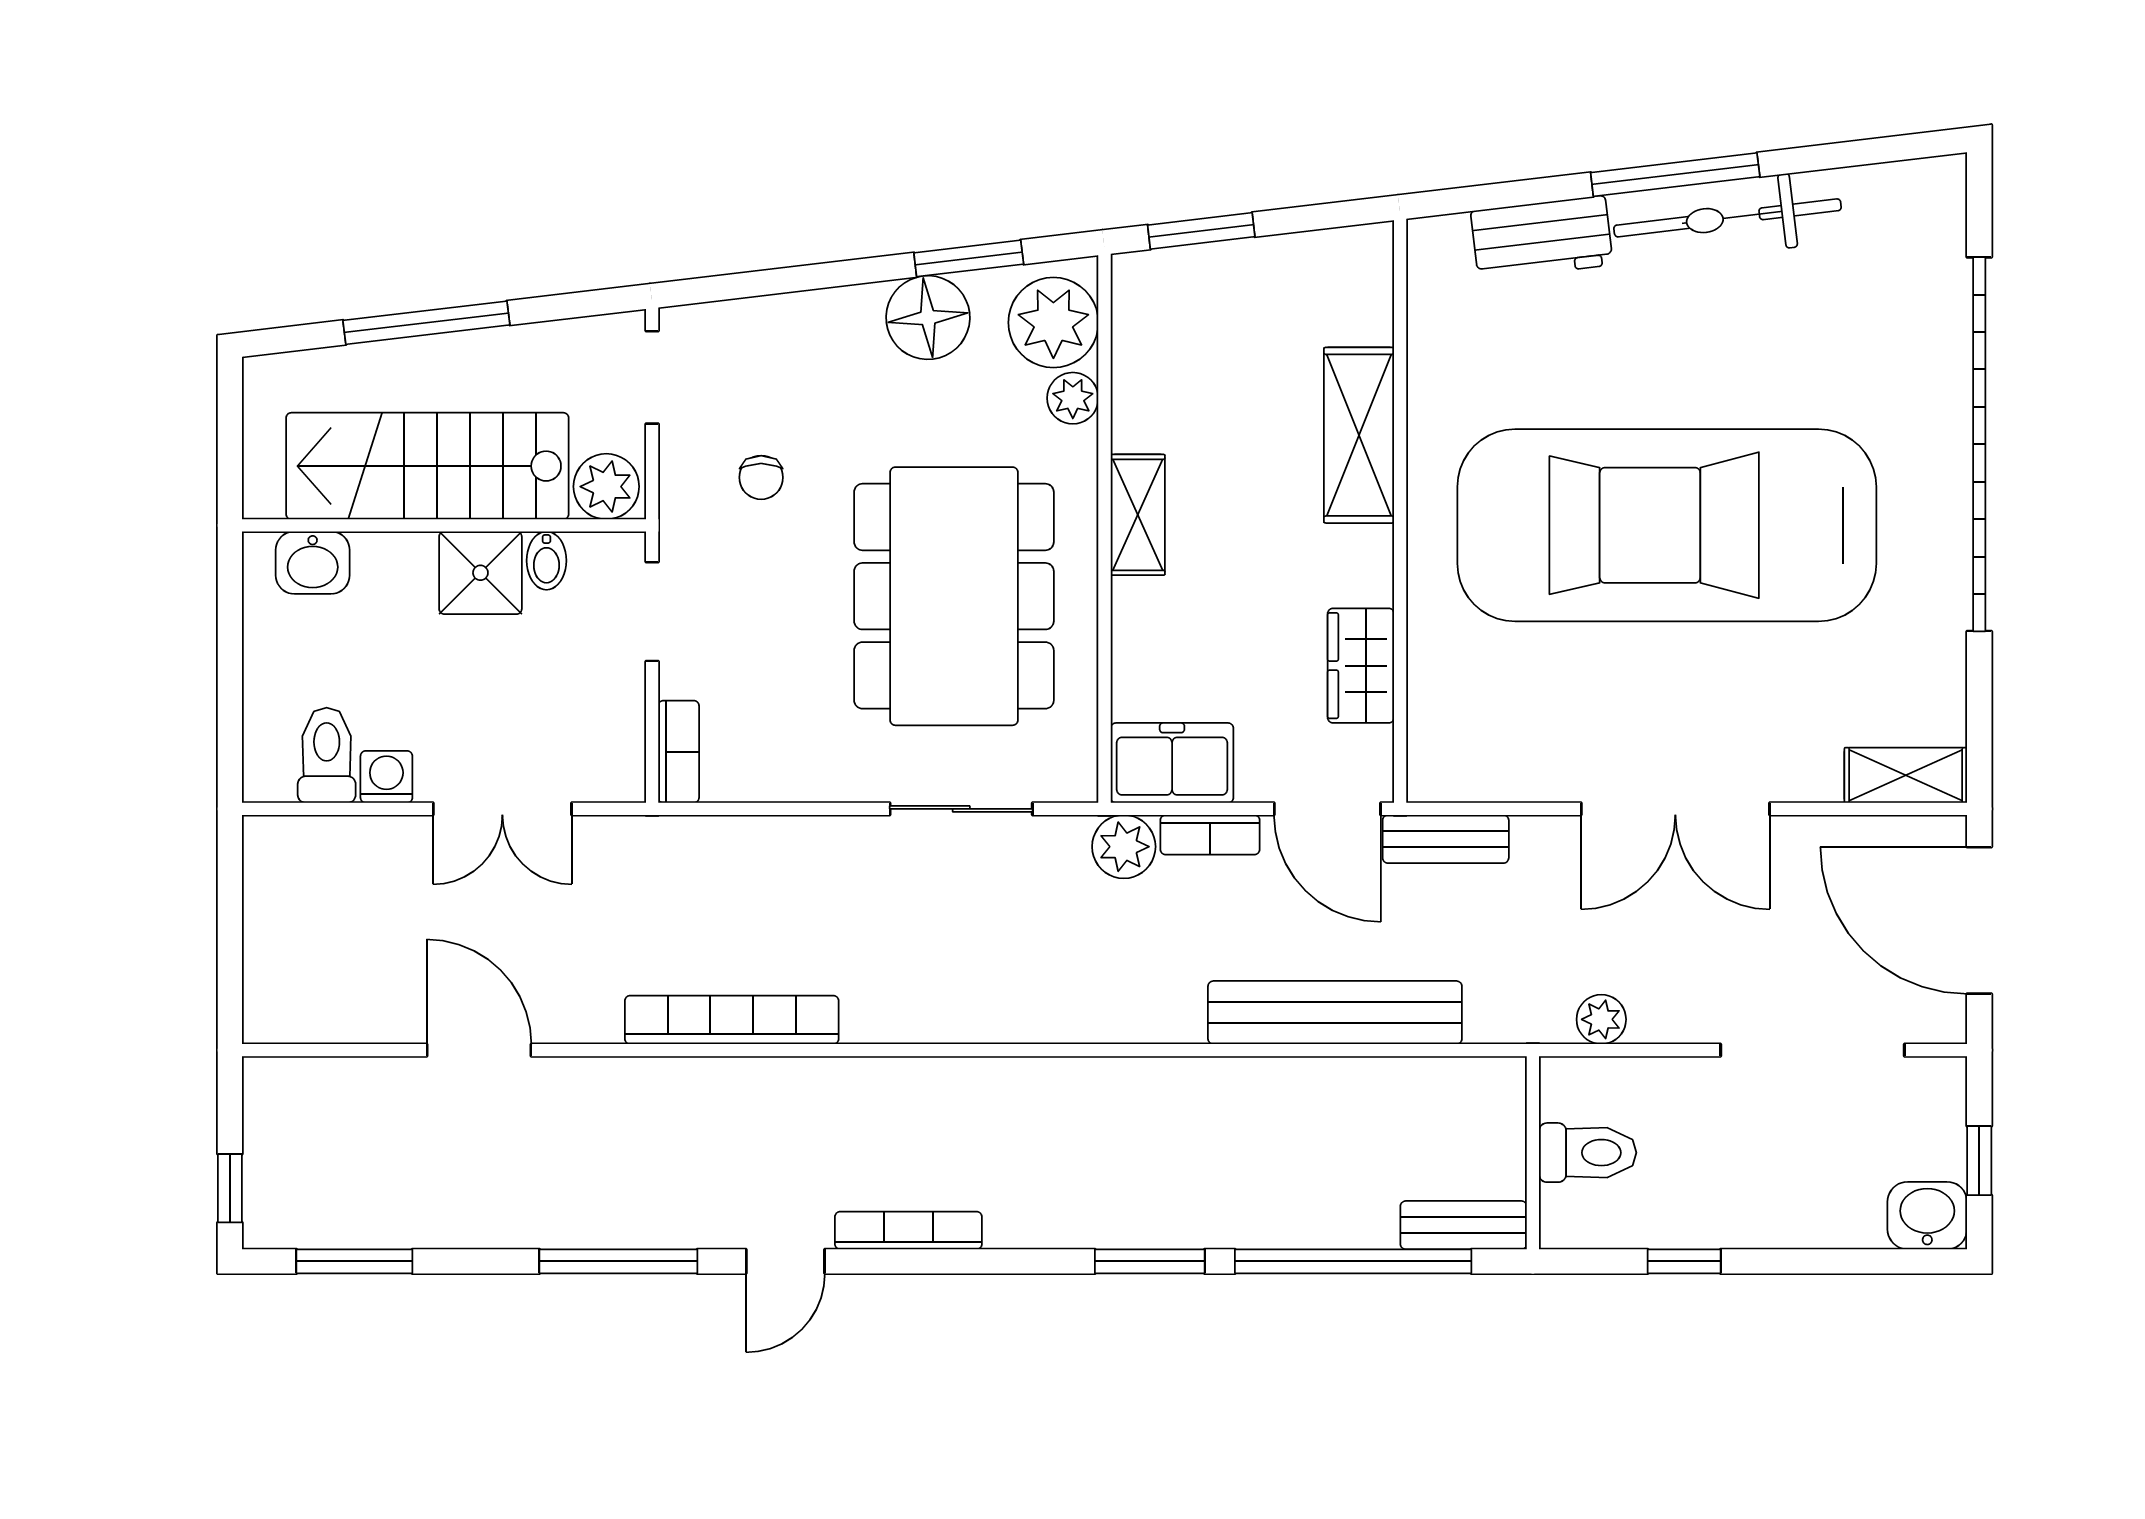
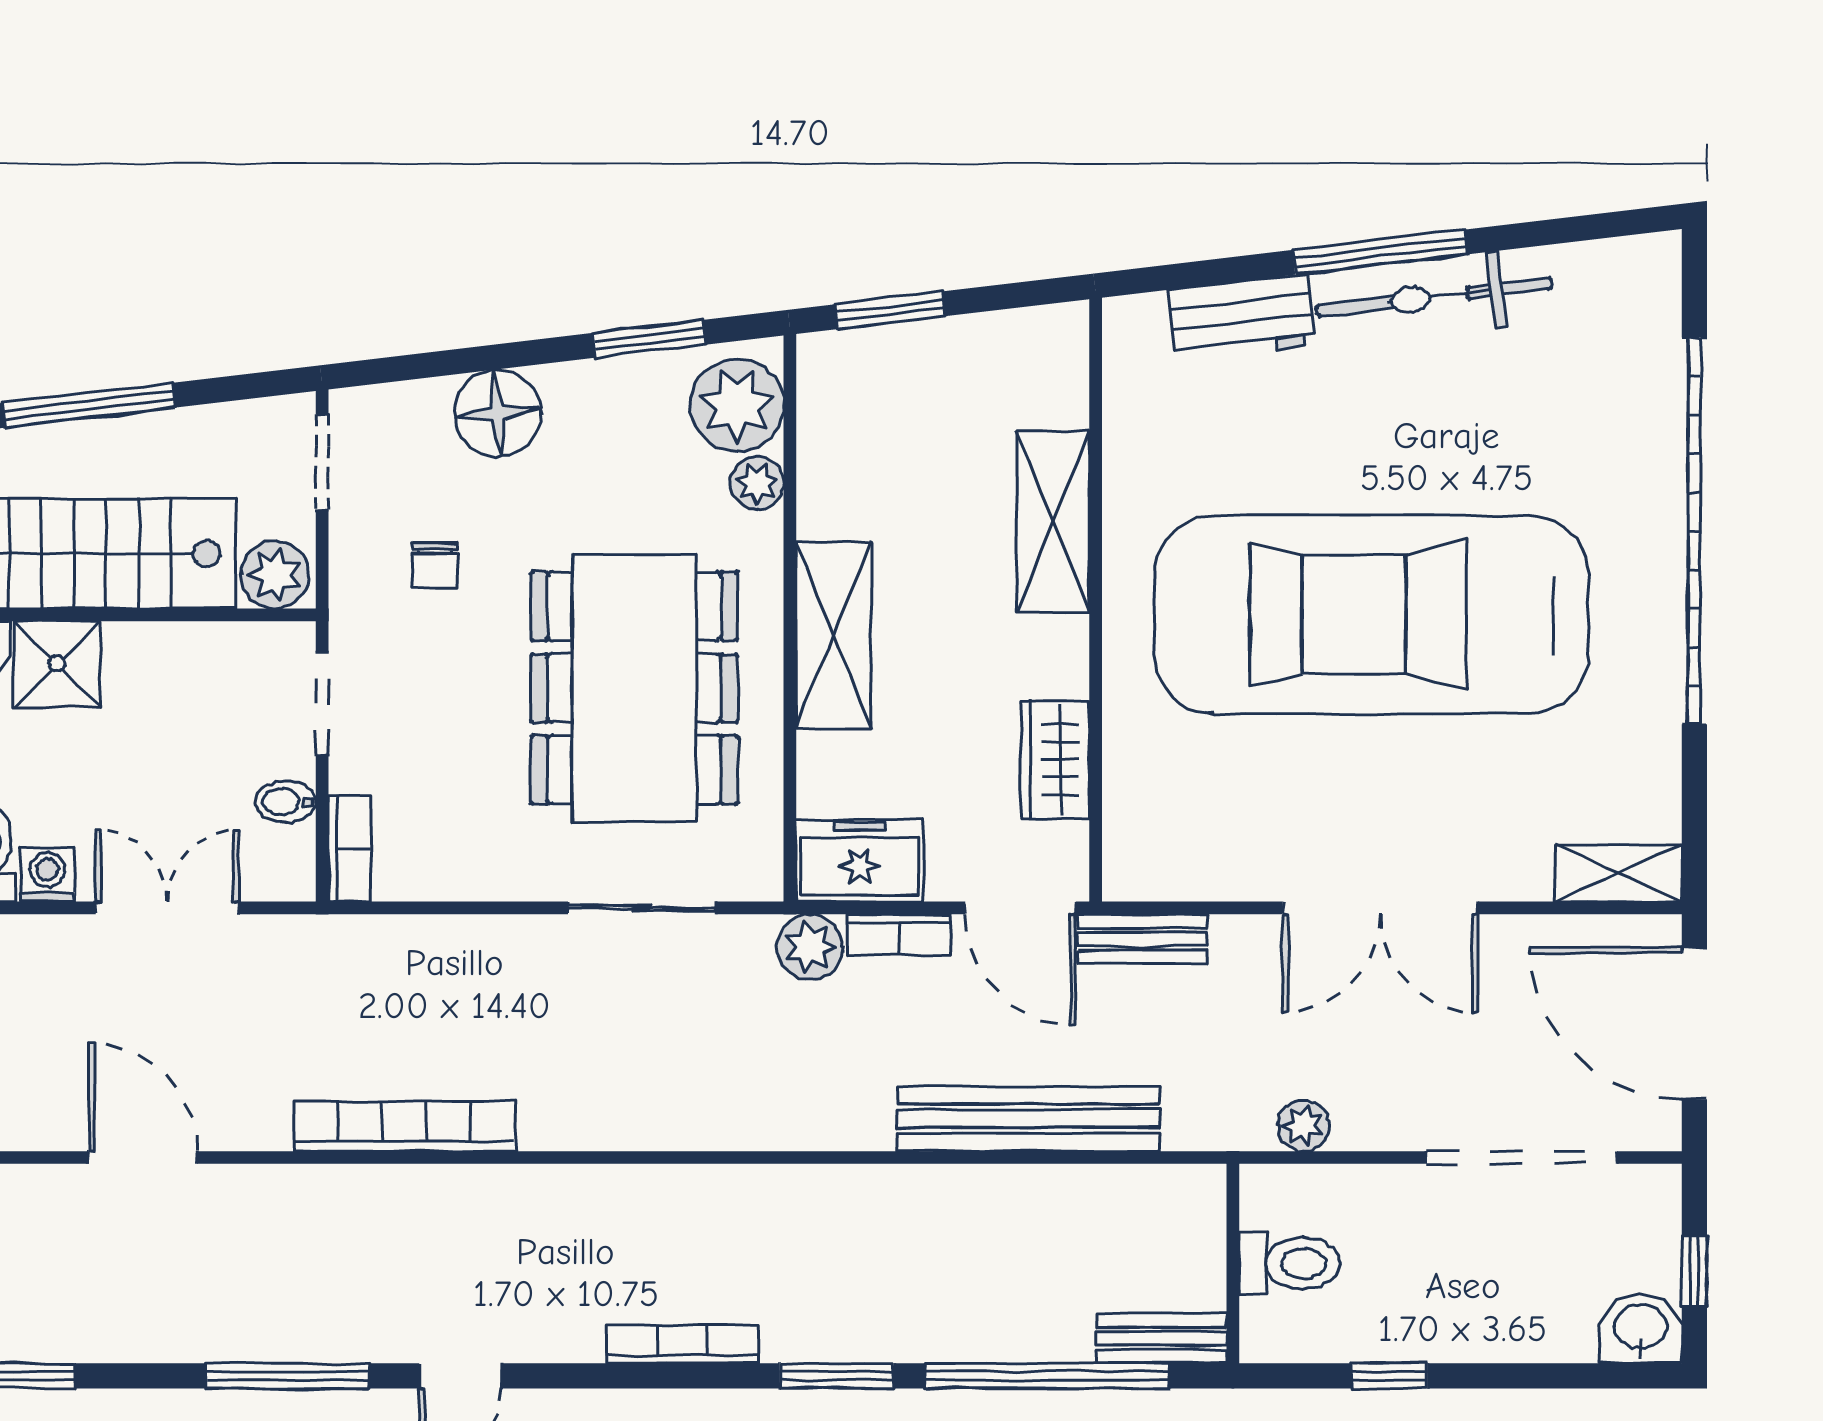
floor lamp: (928, 318) -> (497, 413), moved
shelving: (1138, 515) -> (834, 635), width x1.50, depth x1.33
bidet: (546, 561) -> (286, 802), moved, turned 90
shower: (480, 573) -> (57, 664), moved
double door: (502, 809) -> (167, 908), swing flipped
bookcase: (908, 1230) -> (682, 1344), moved

